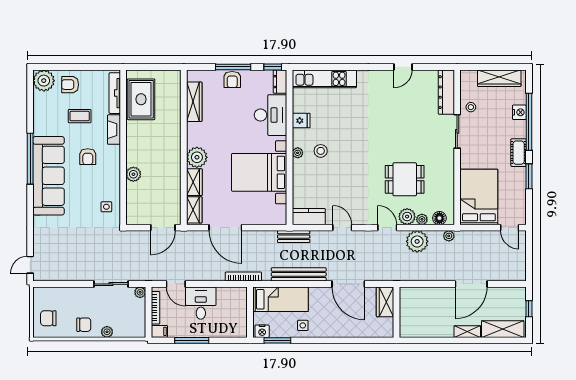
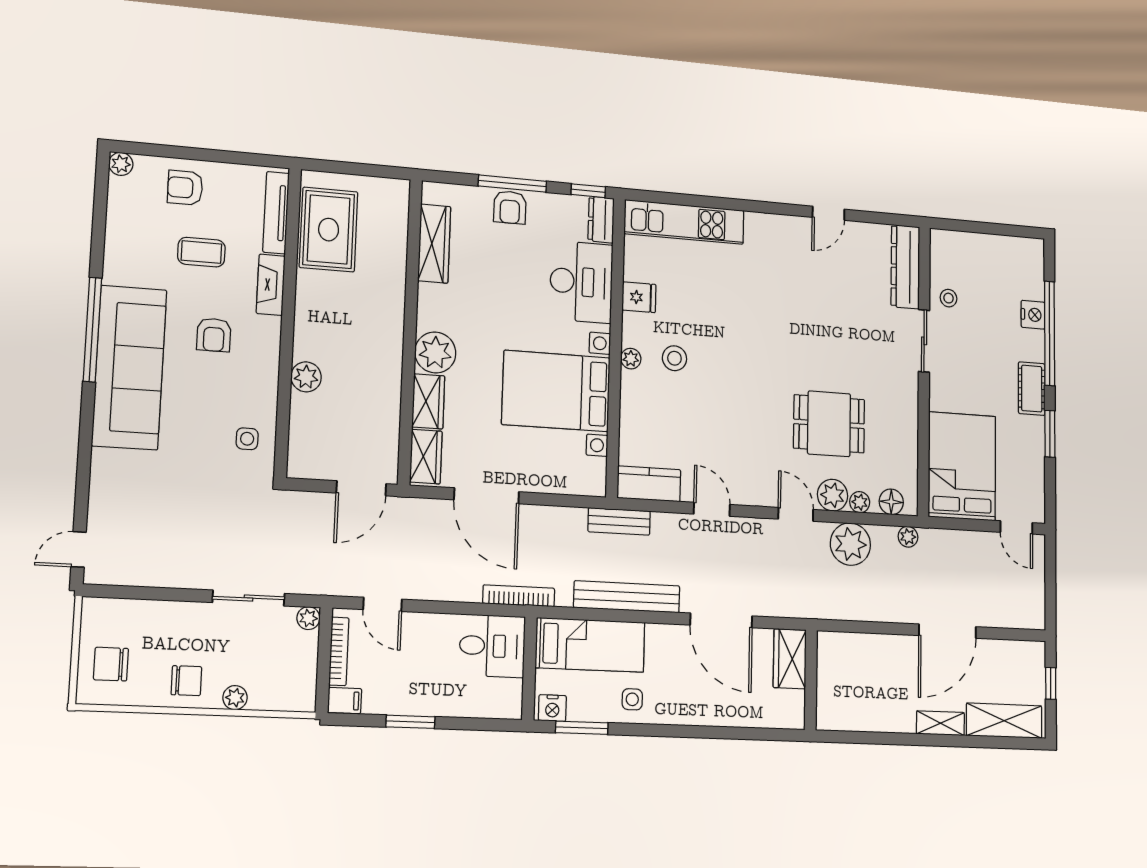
wardrobe: (499, 78) -> (998, 249), removed
plant: (44, 81) -> (121, 164), width x0.53, depth x0.53
desk: (201, 303) -> (492, 646), moved, turned 90
window: (192, 340) -> (410, 722), width x0.69

